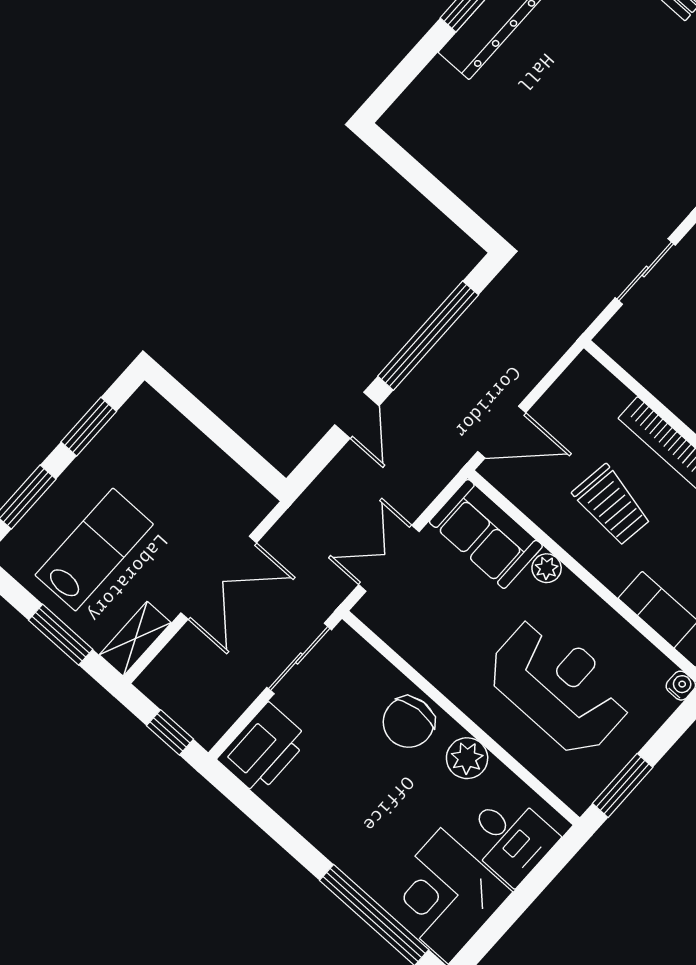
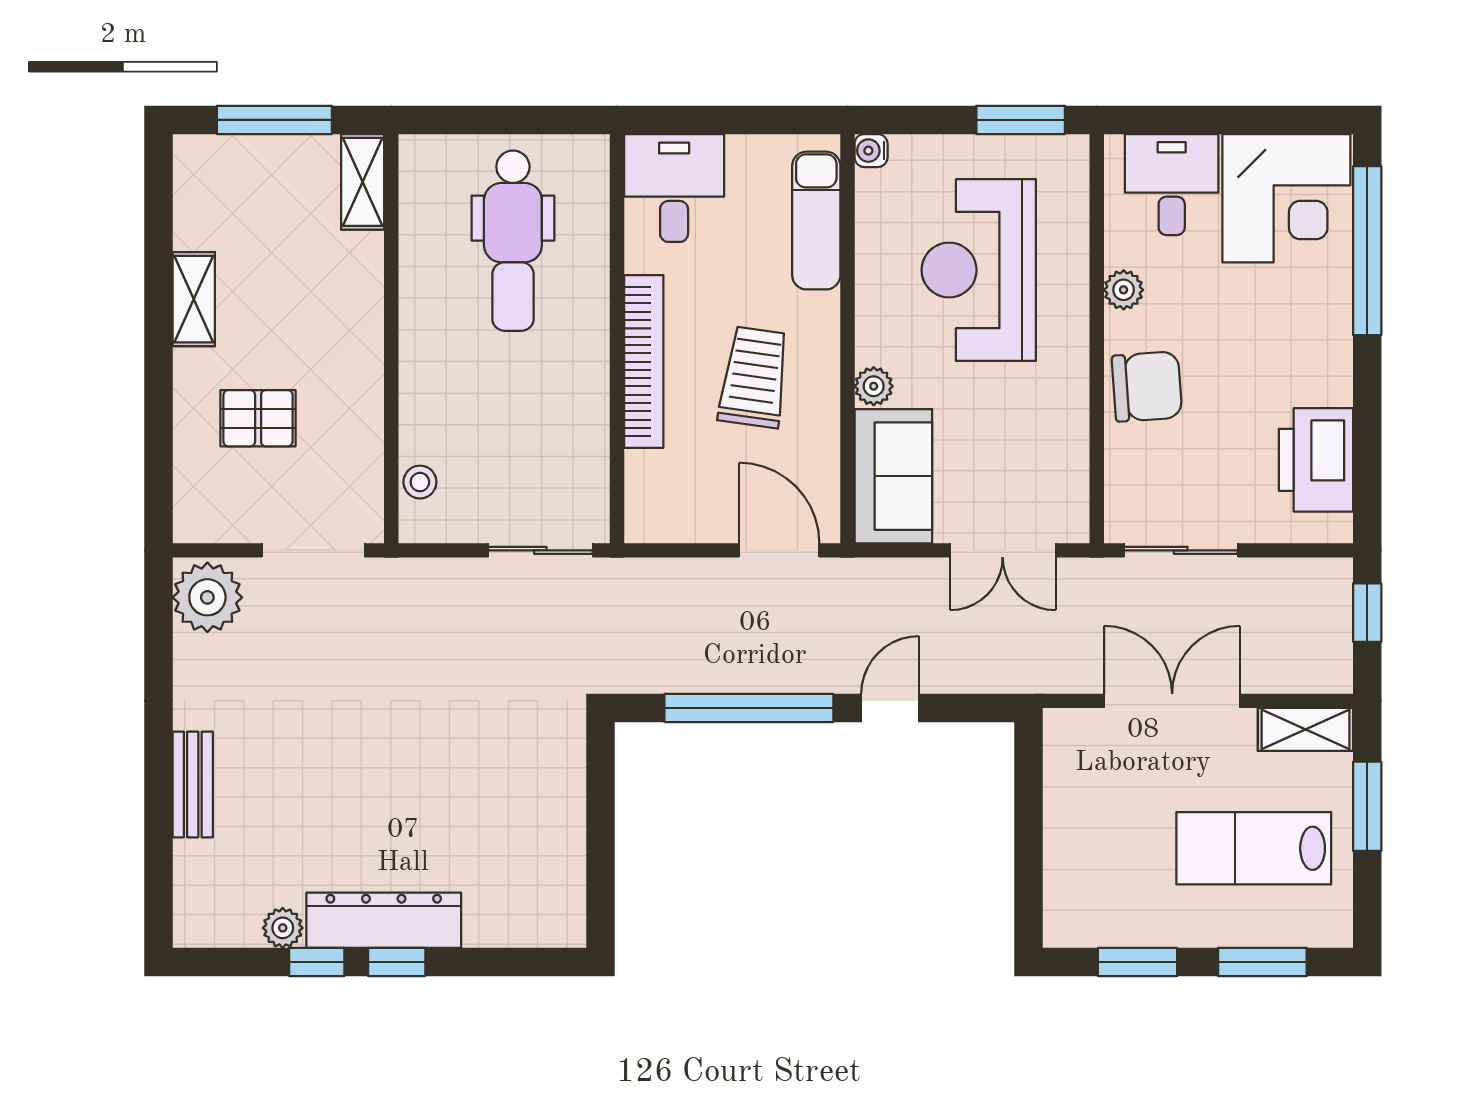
sliding door: (645, 271) -> (540, 550), moved
printer: (263, 749) -> (1316, 460), moved, turned -90
plant: (467, 758) -> (1124, 290), width x0.73, depth x0.73

